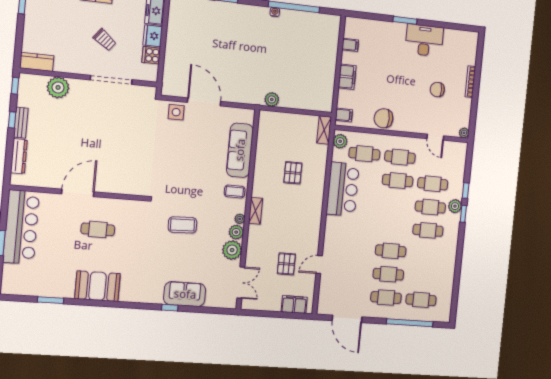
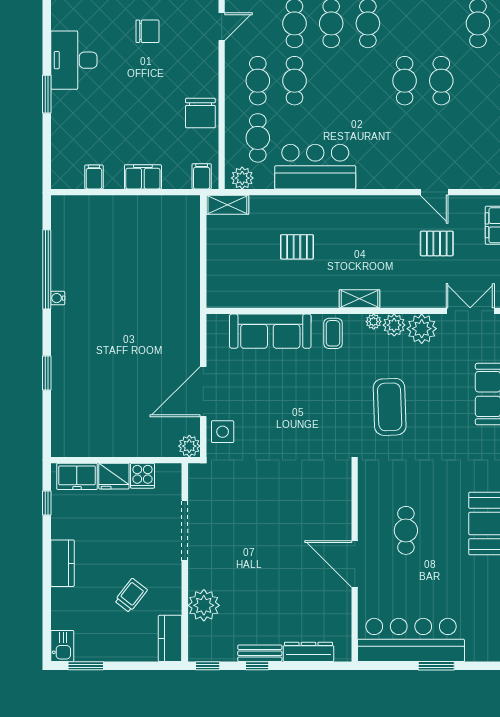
trolley: (105, 40) -> (131, 595), moved
chair: (437, 90) -> (147, 31), turned -90
plant: (272, 99) -> (189, 446), moved
coffee table: (182, 225) -> (390, 407), width x1.36, depth x1.32
cafe table: (386, 298) -> (478, 81), removed

